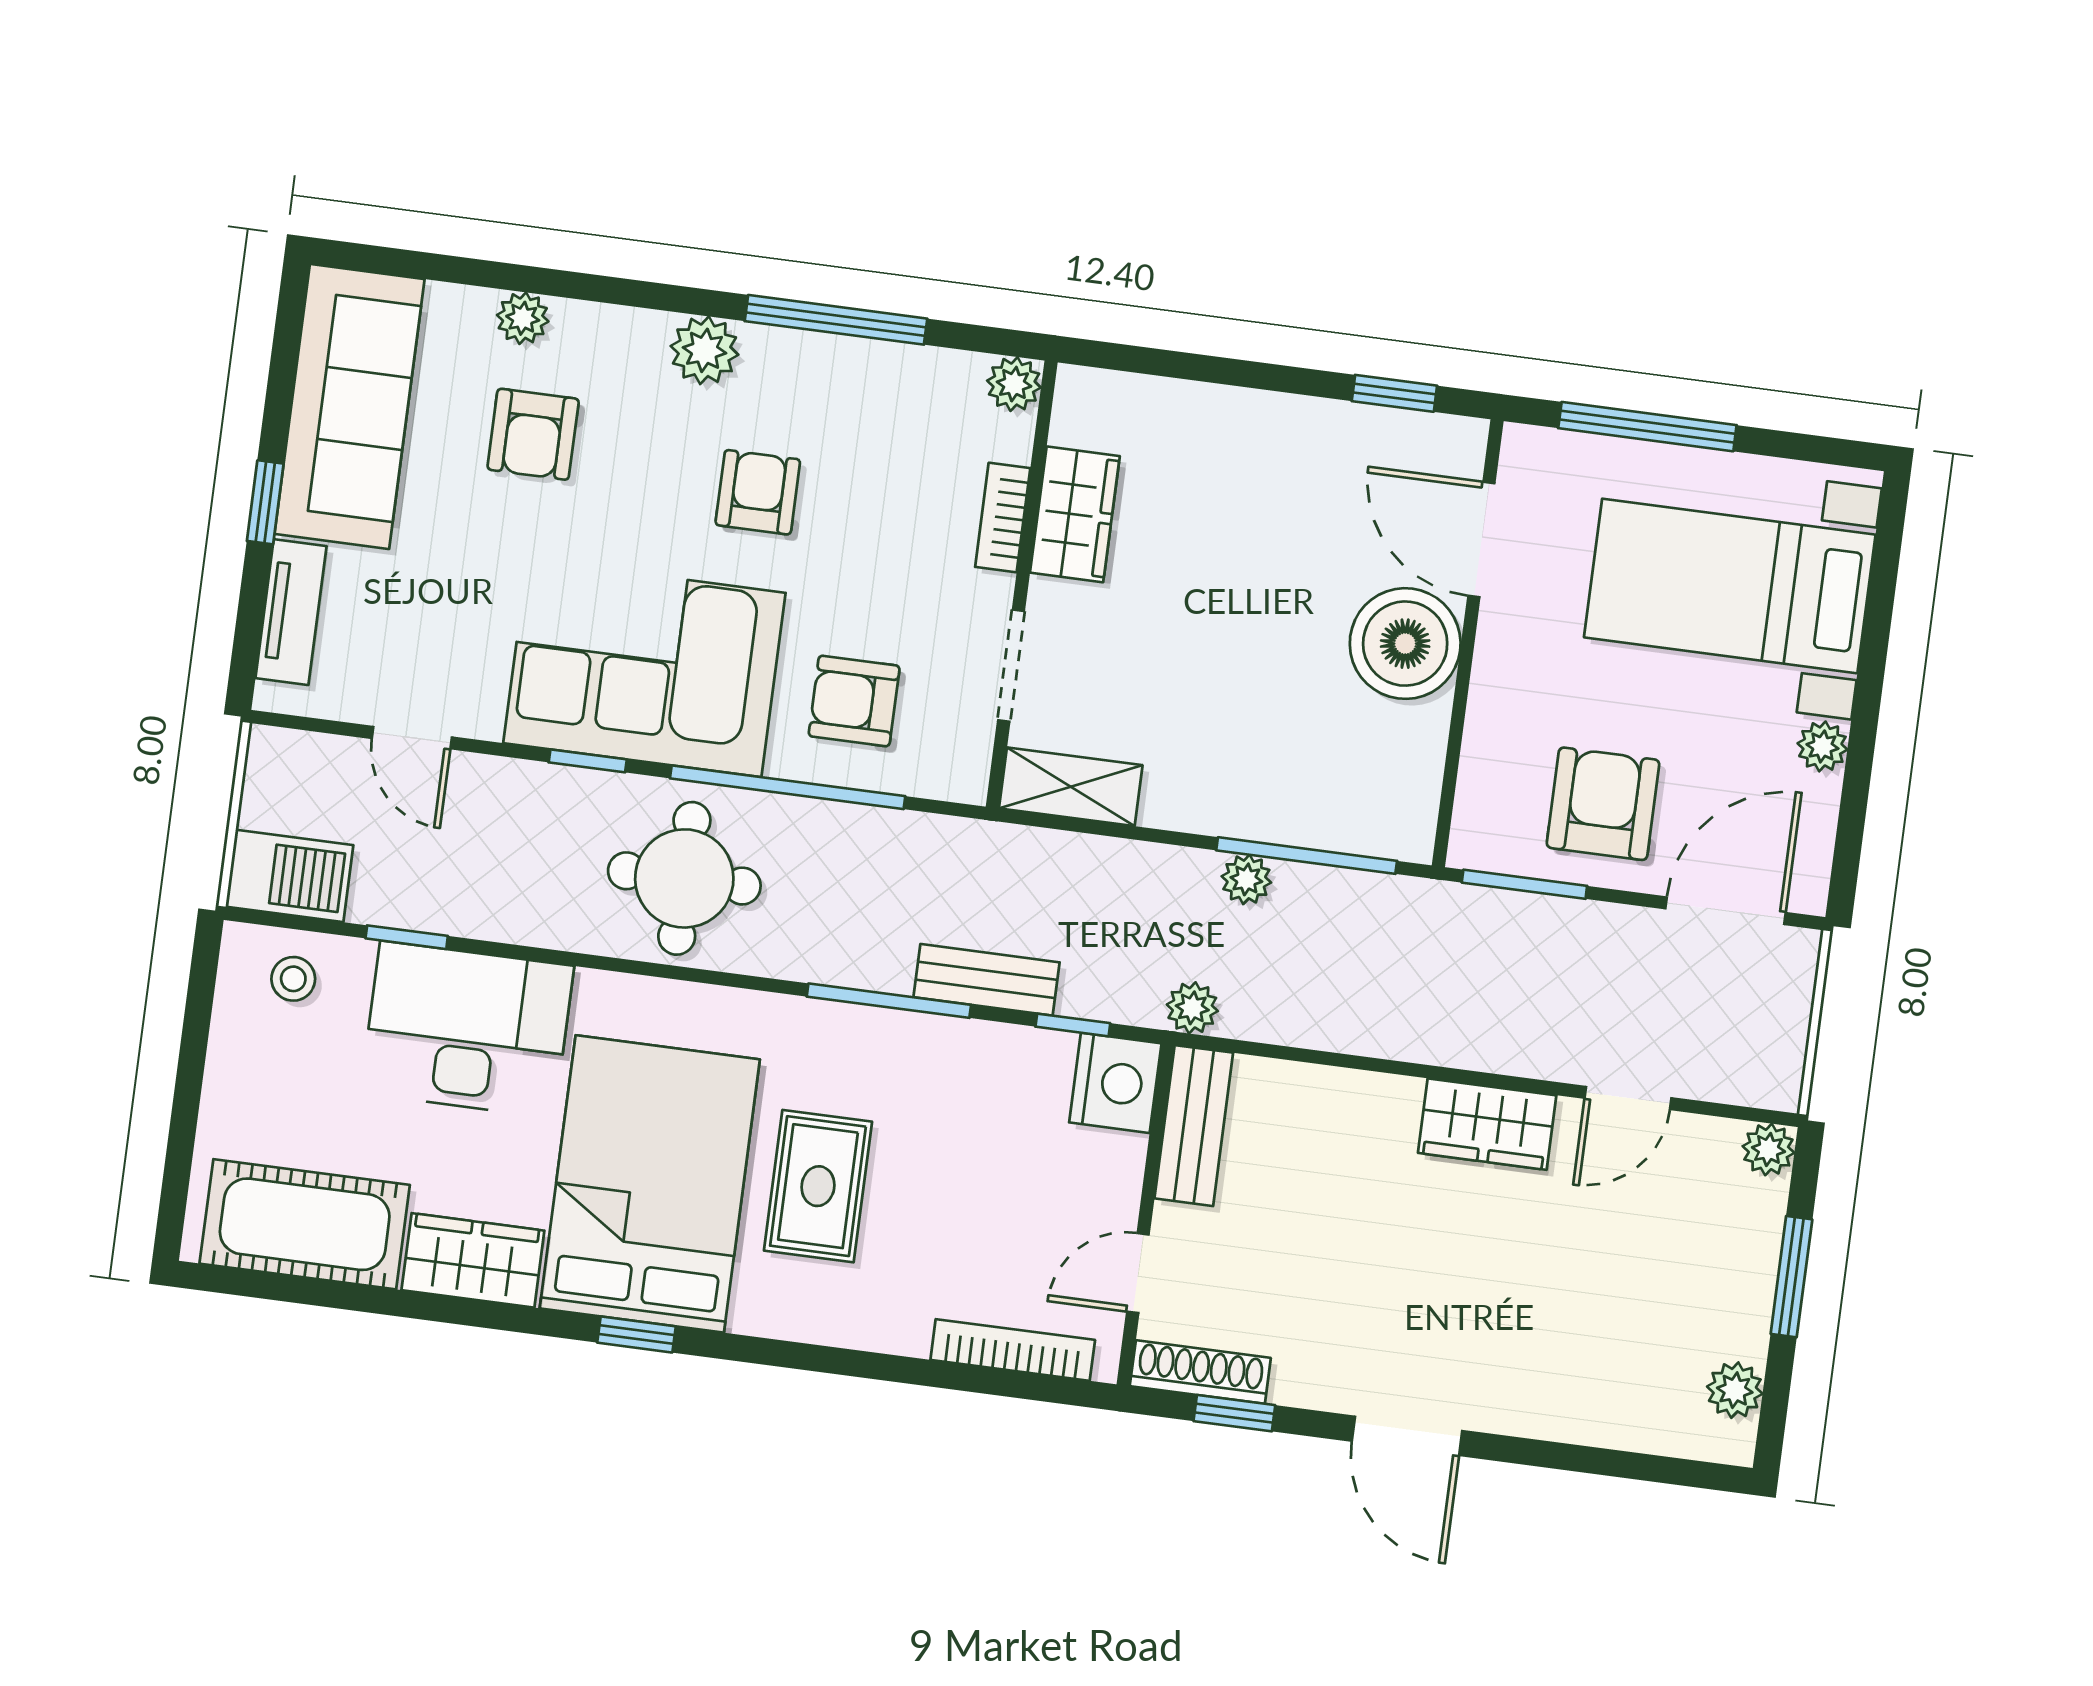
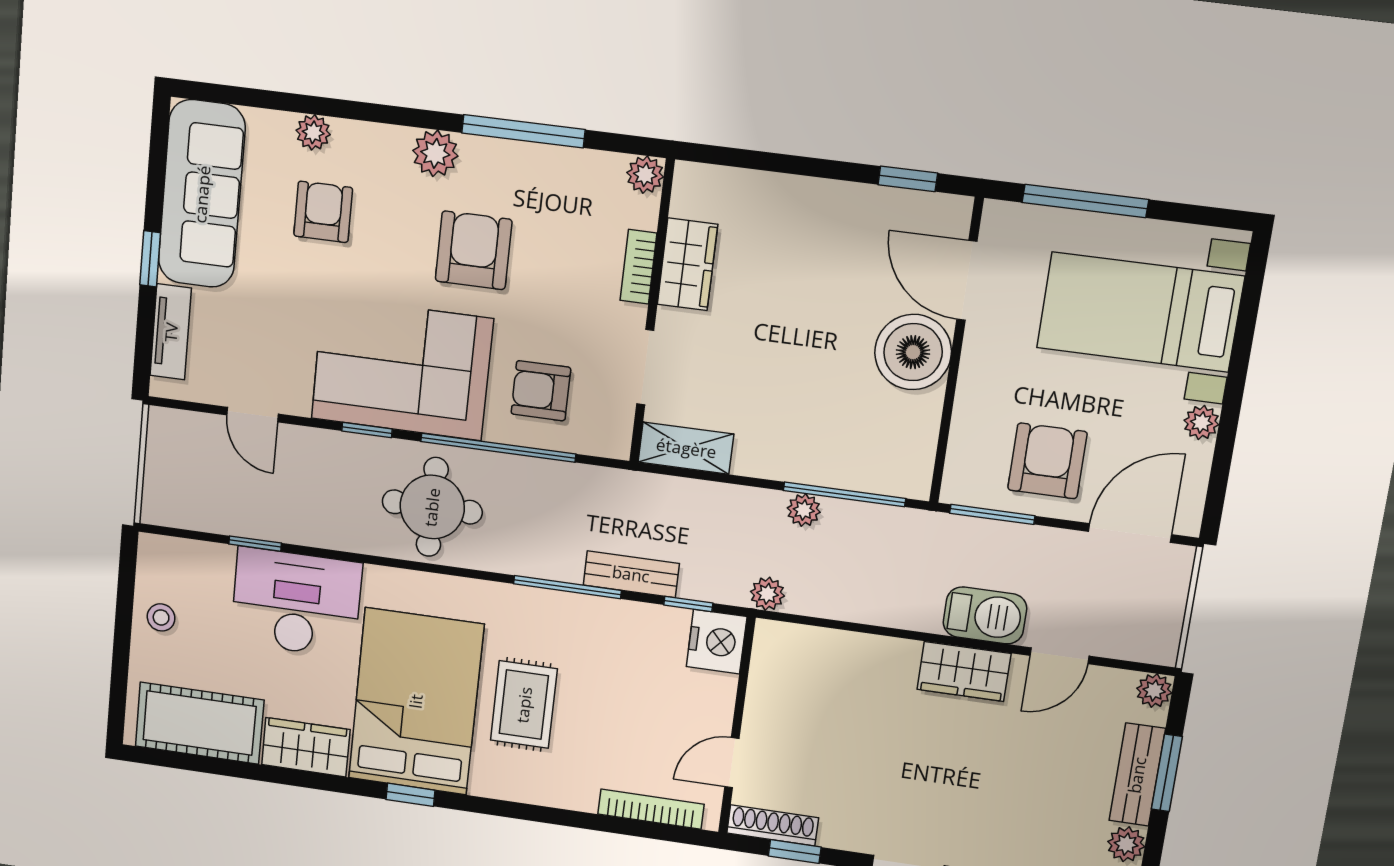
armchair: (533, 434) -> (323, 212), turned 180
armchair: (758, 492) -> (474, 250), width x1.38, depth x1.38
barbecue: (289, 876) -> (985, 615), moved
stool: (293, 979) -> (161, 617), moved
bench: (1194, 1126) -> (1137, 775), moved

